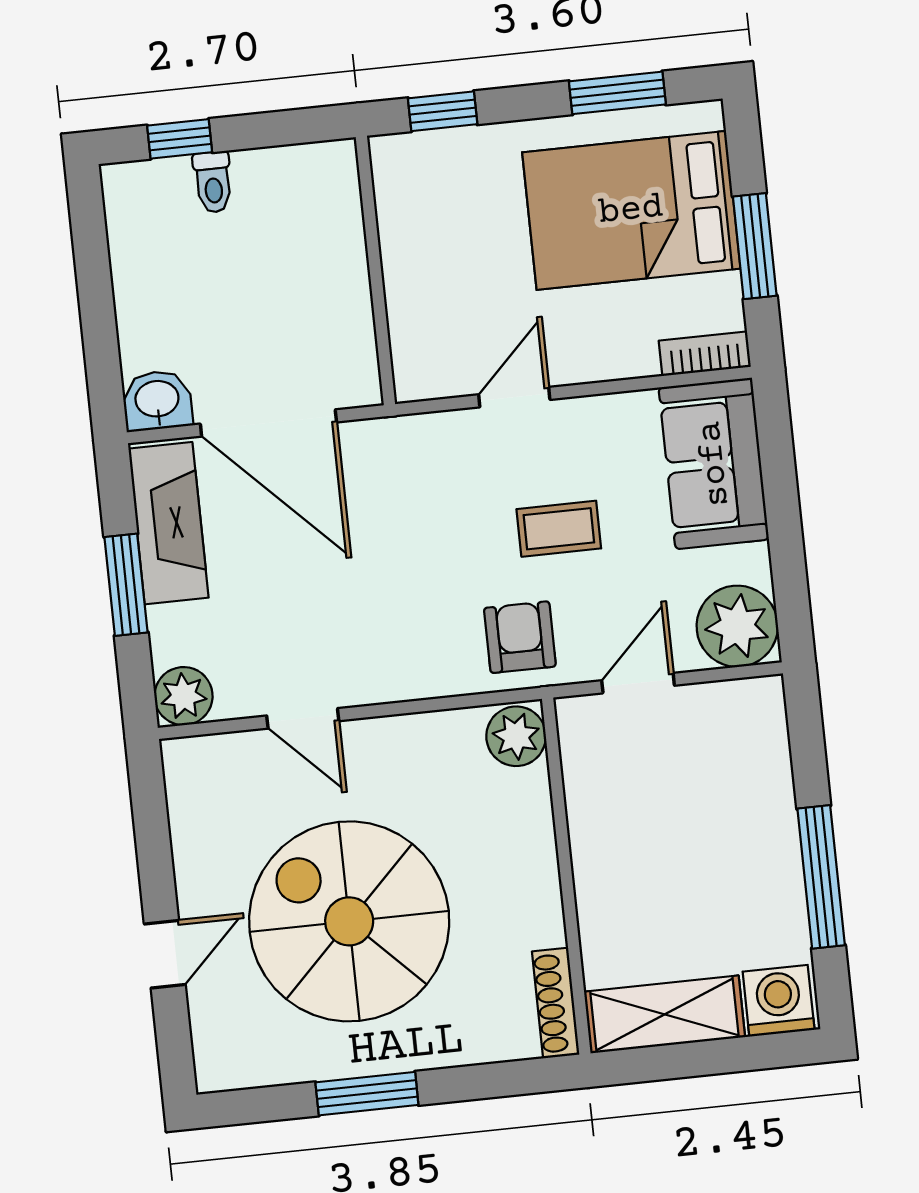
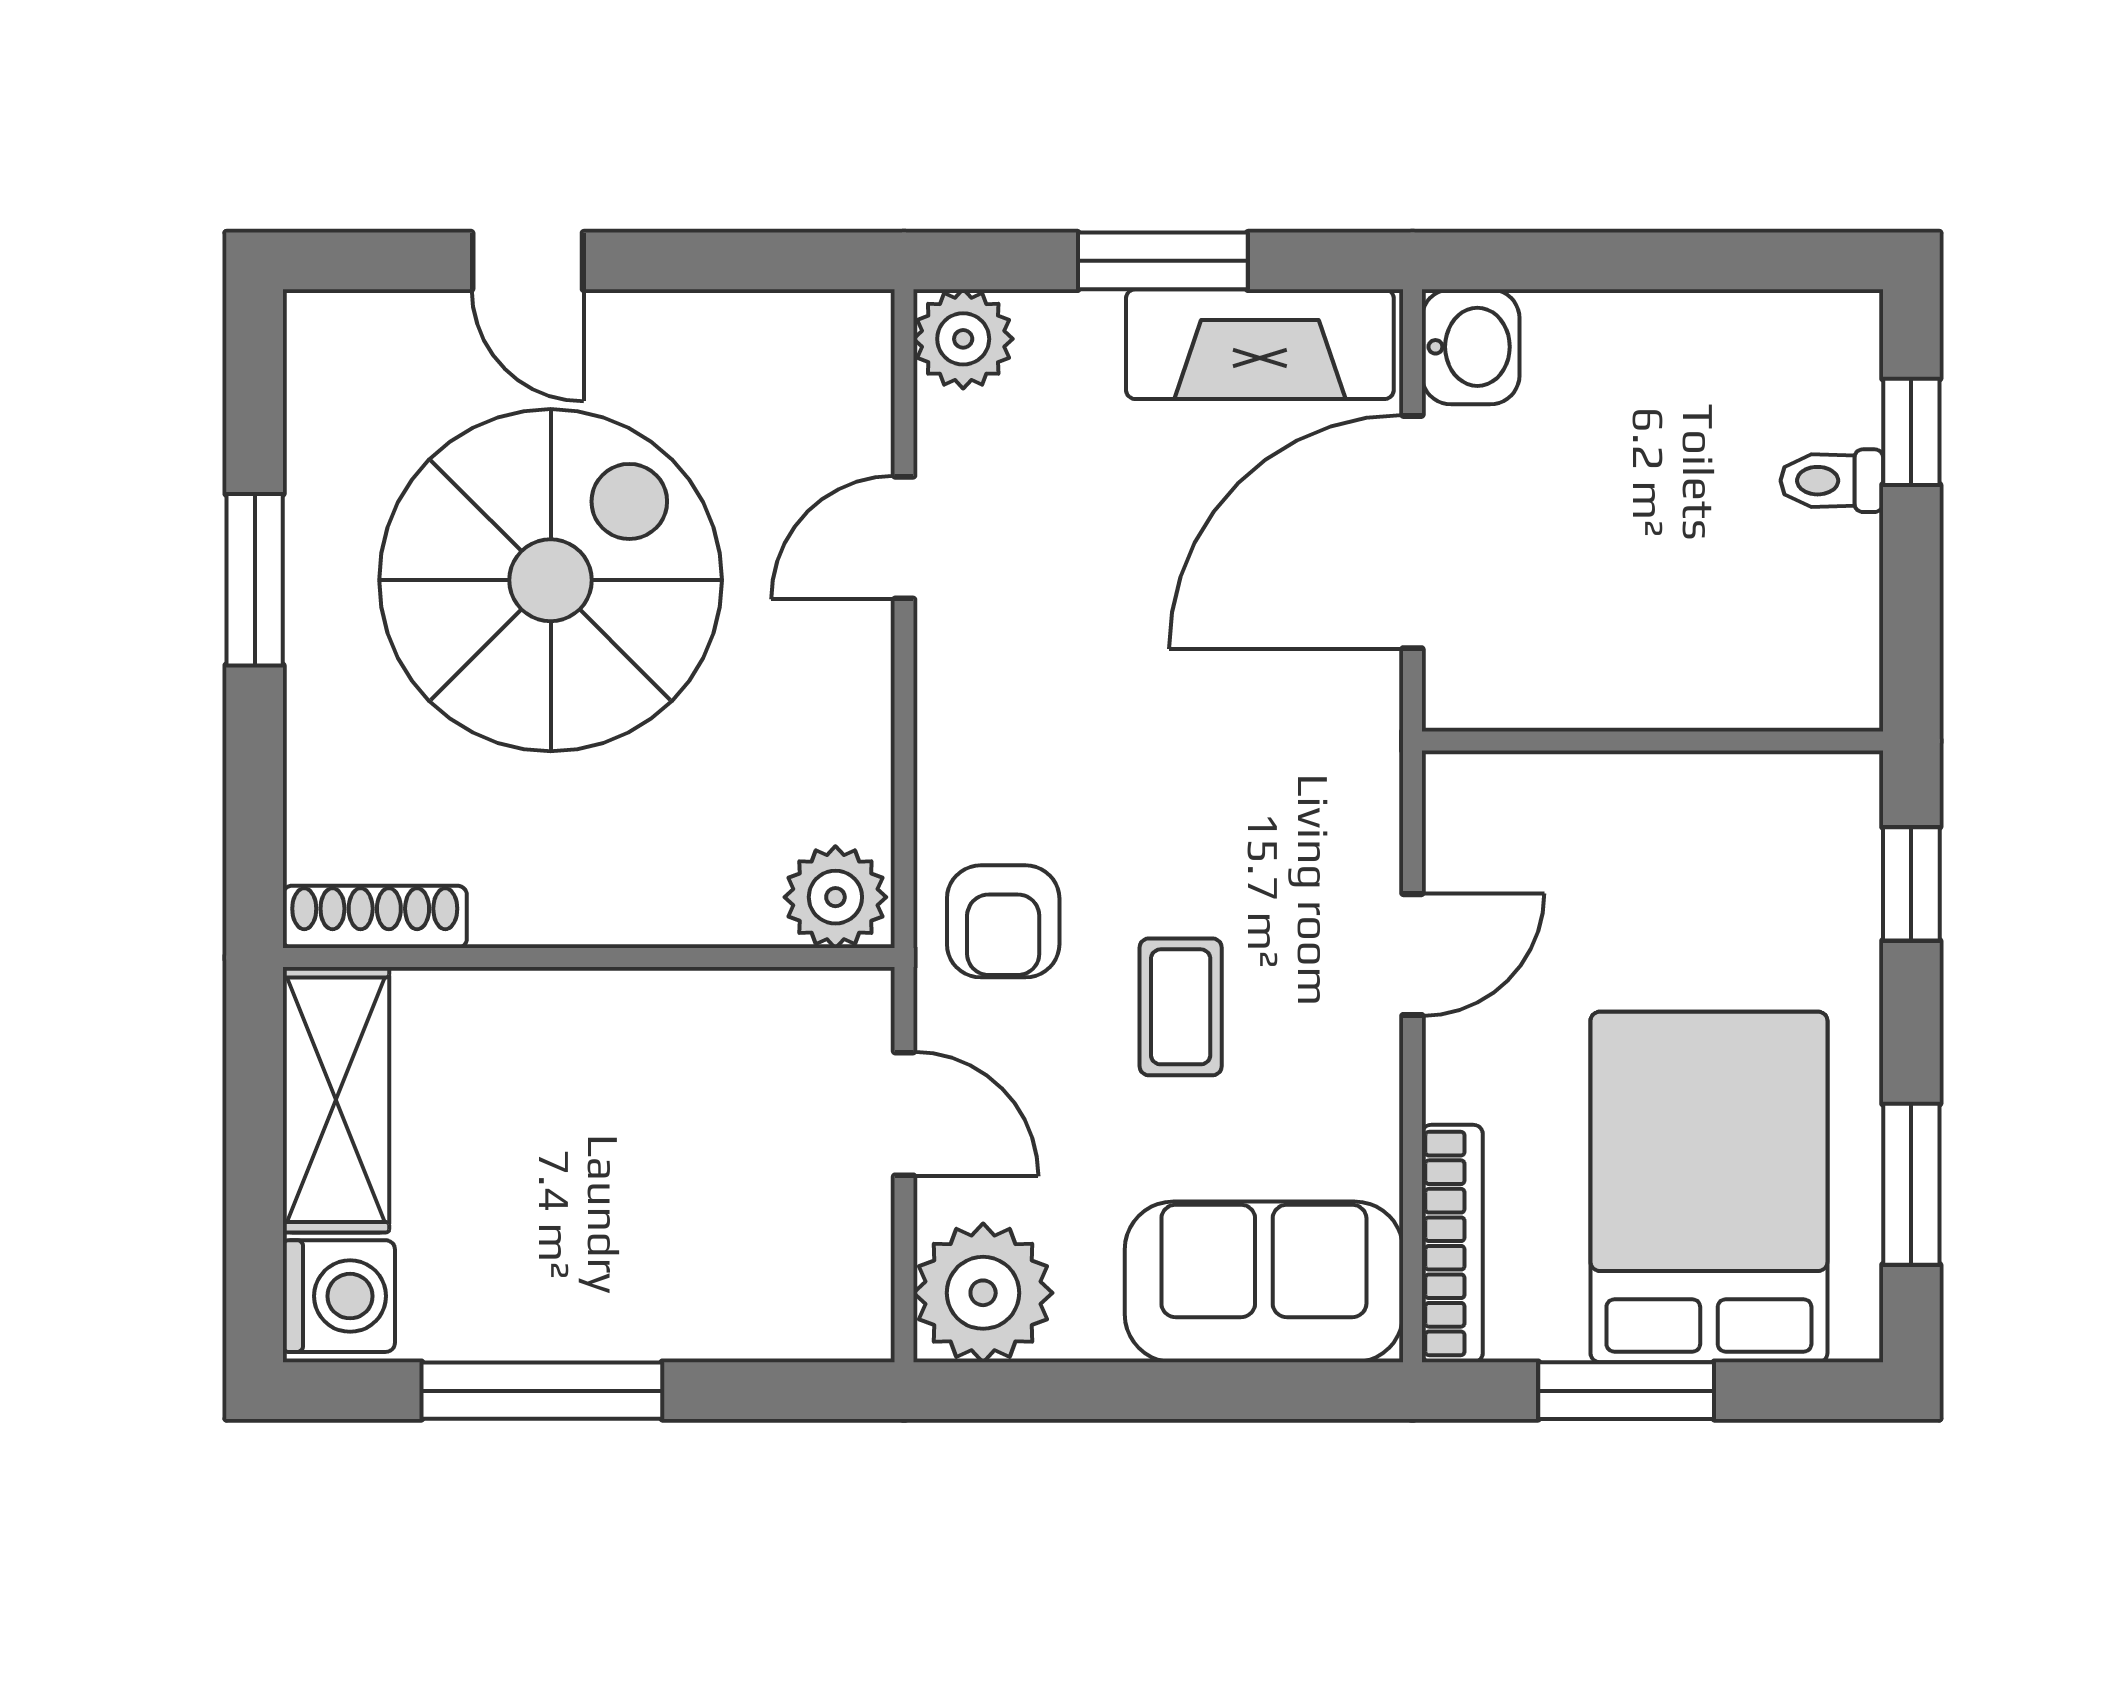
bookcase: (705, 354) -> (1452, 1243), width x1.56
door: (514, 397) -> (1412, 955), hinge flipped
armchair: (520, 637) -> (1003, 921), turned 90

